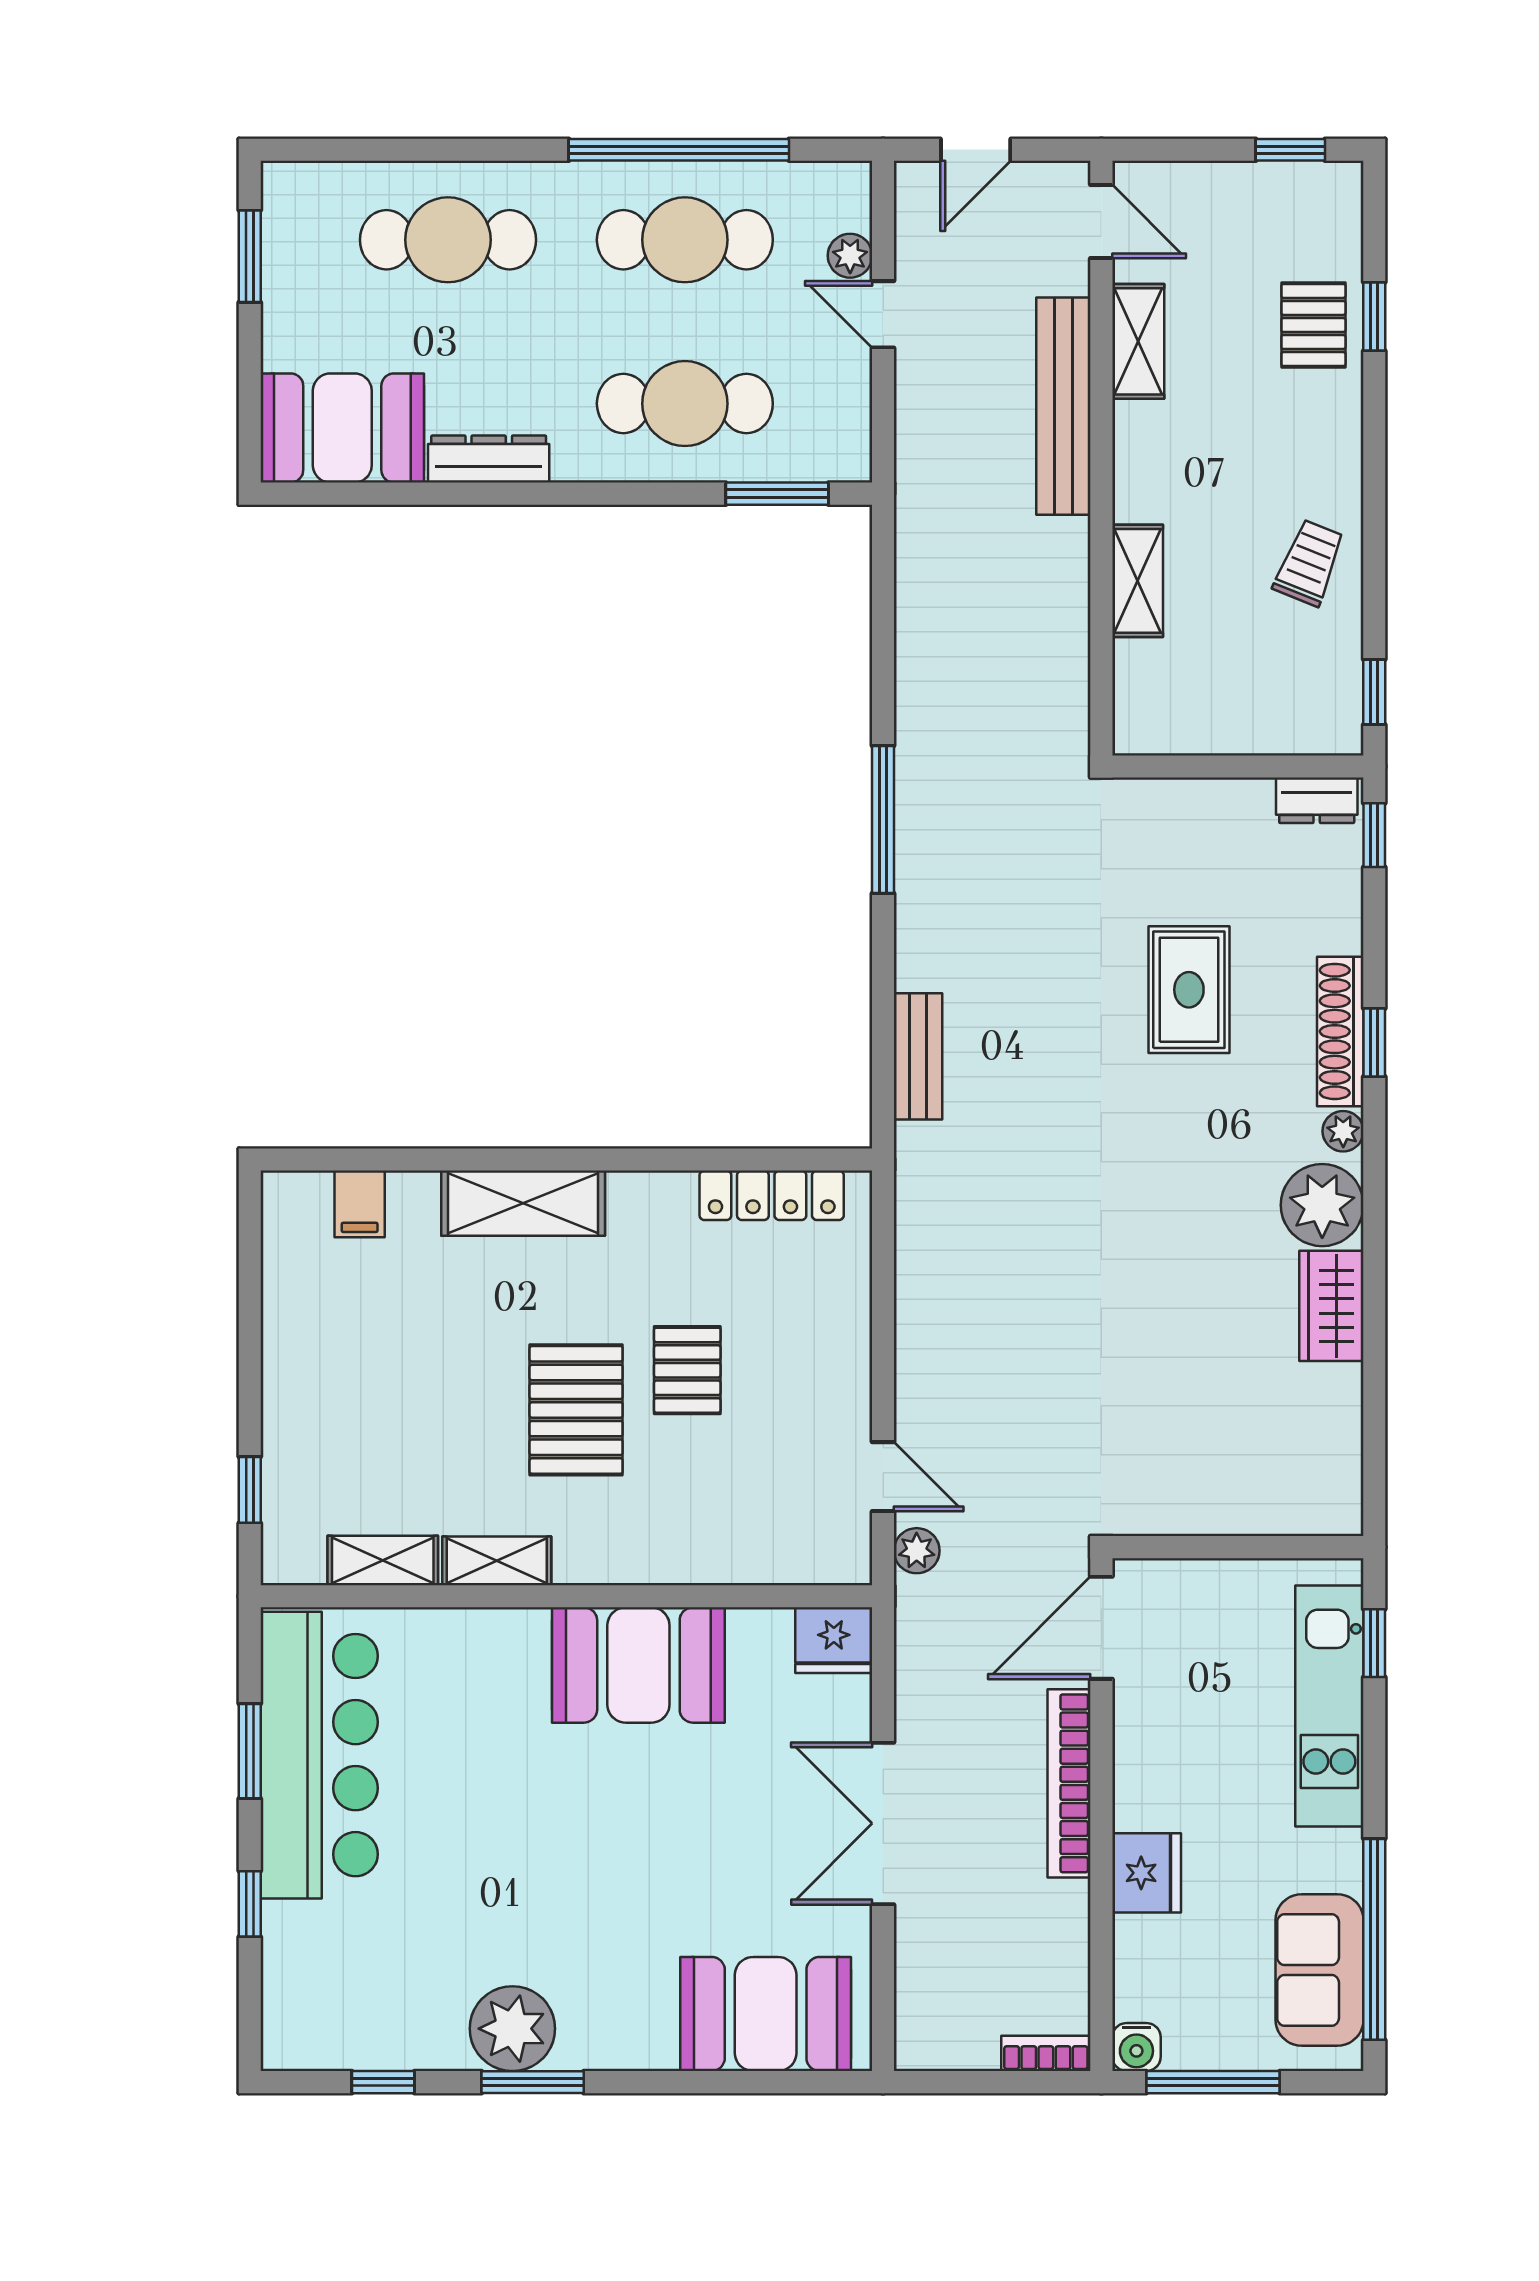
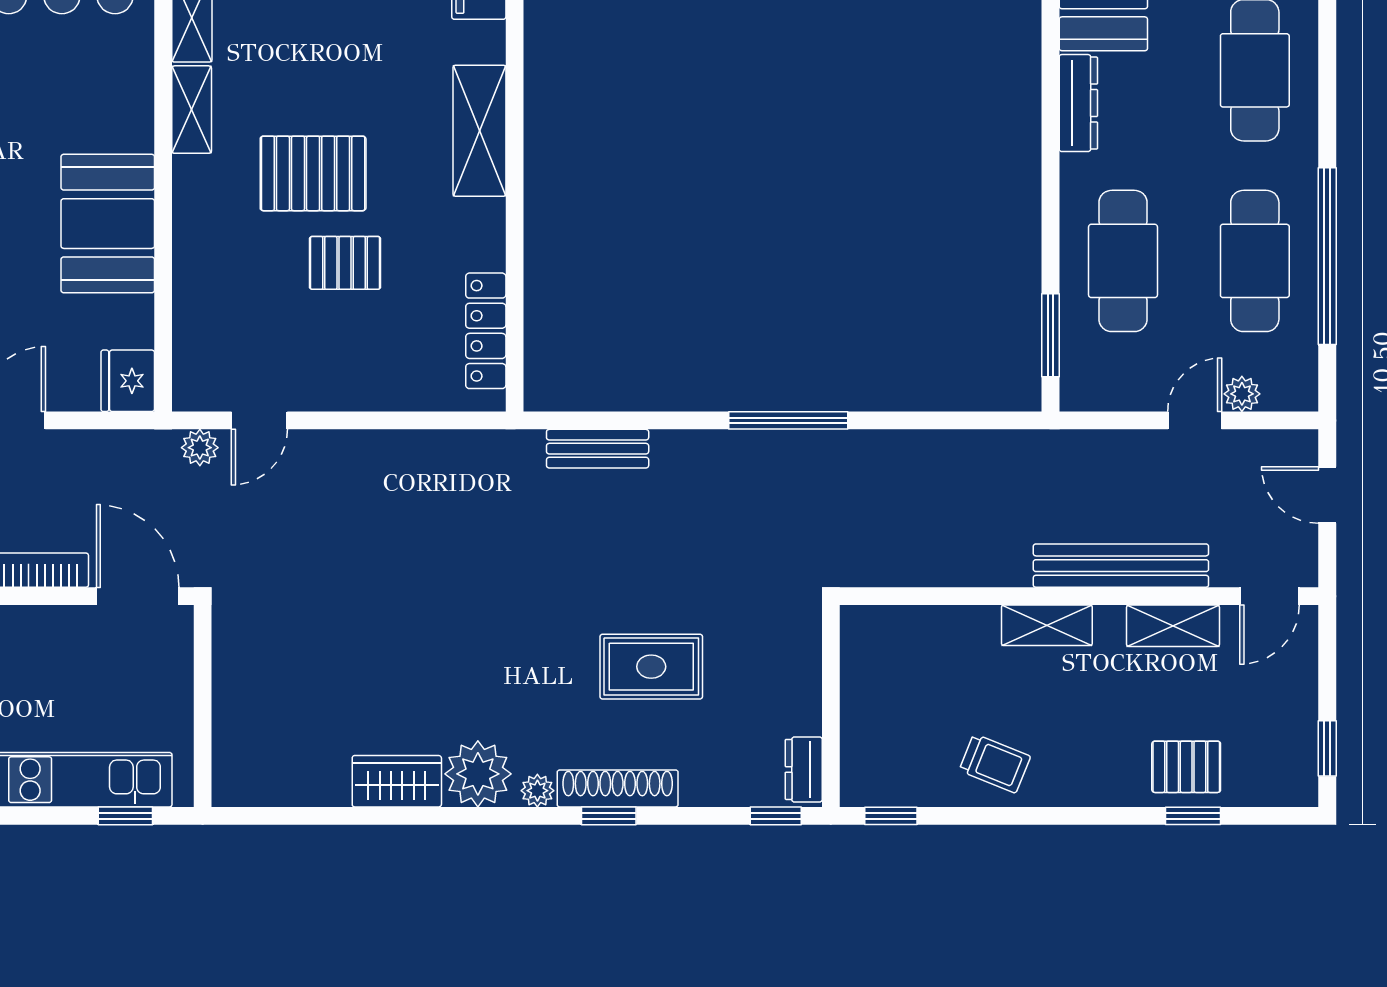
shelving: (1138, 581) -> (1047, 625), moved

